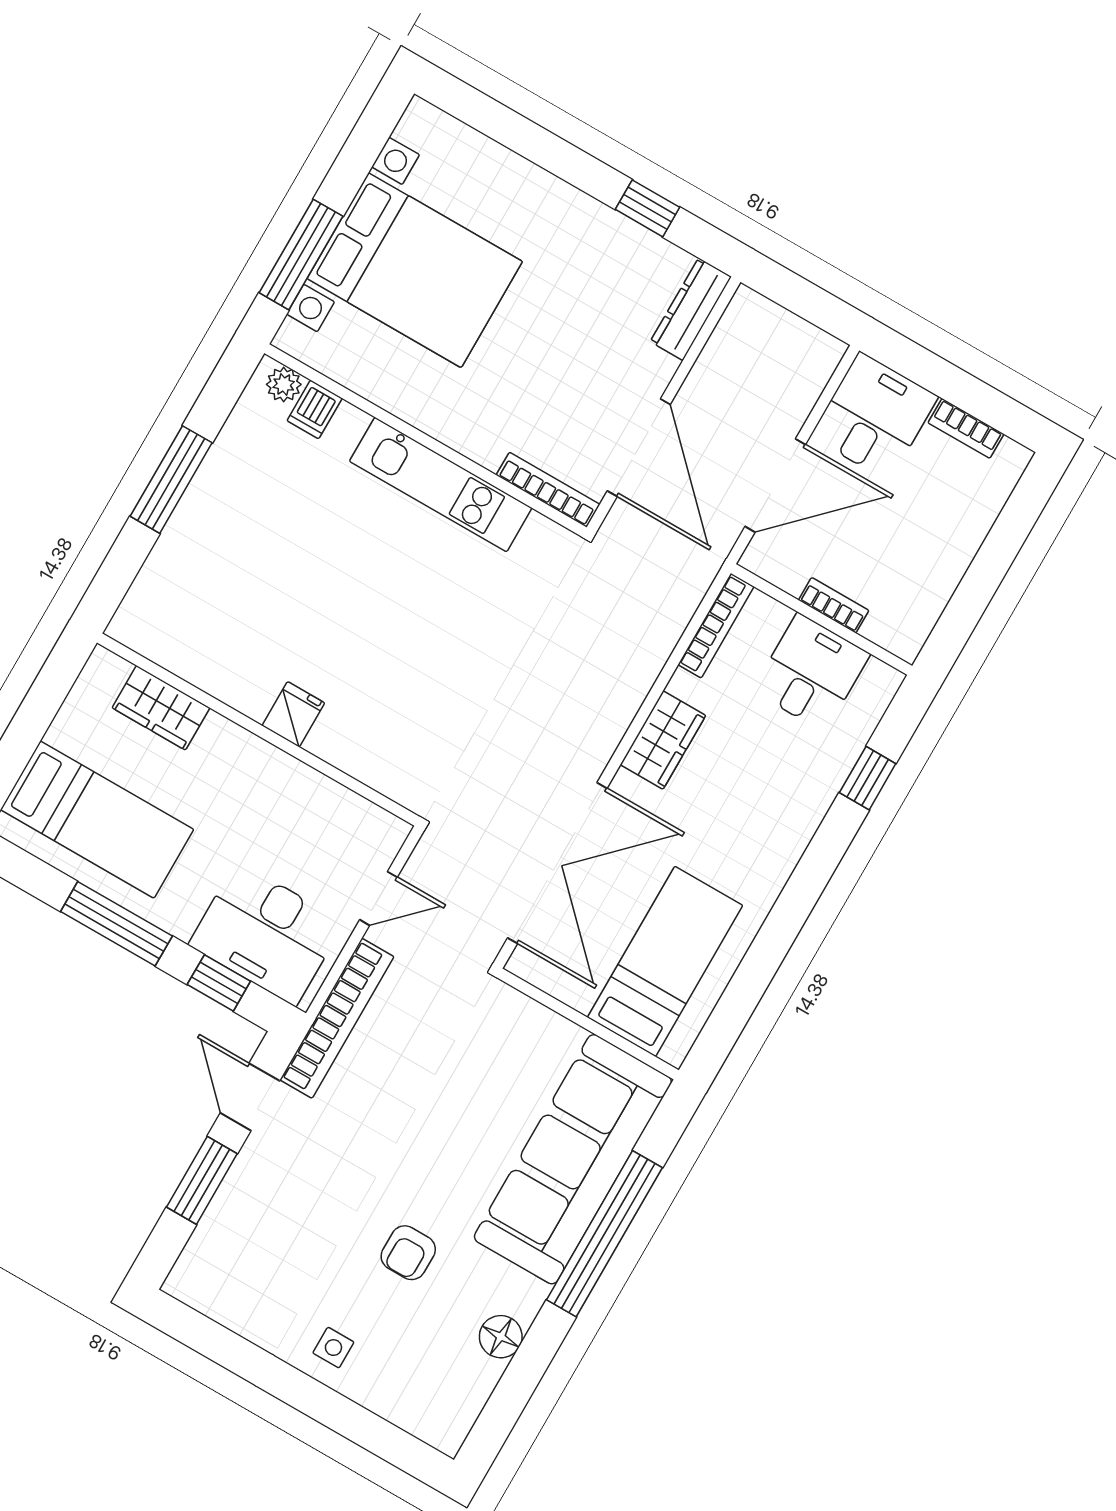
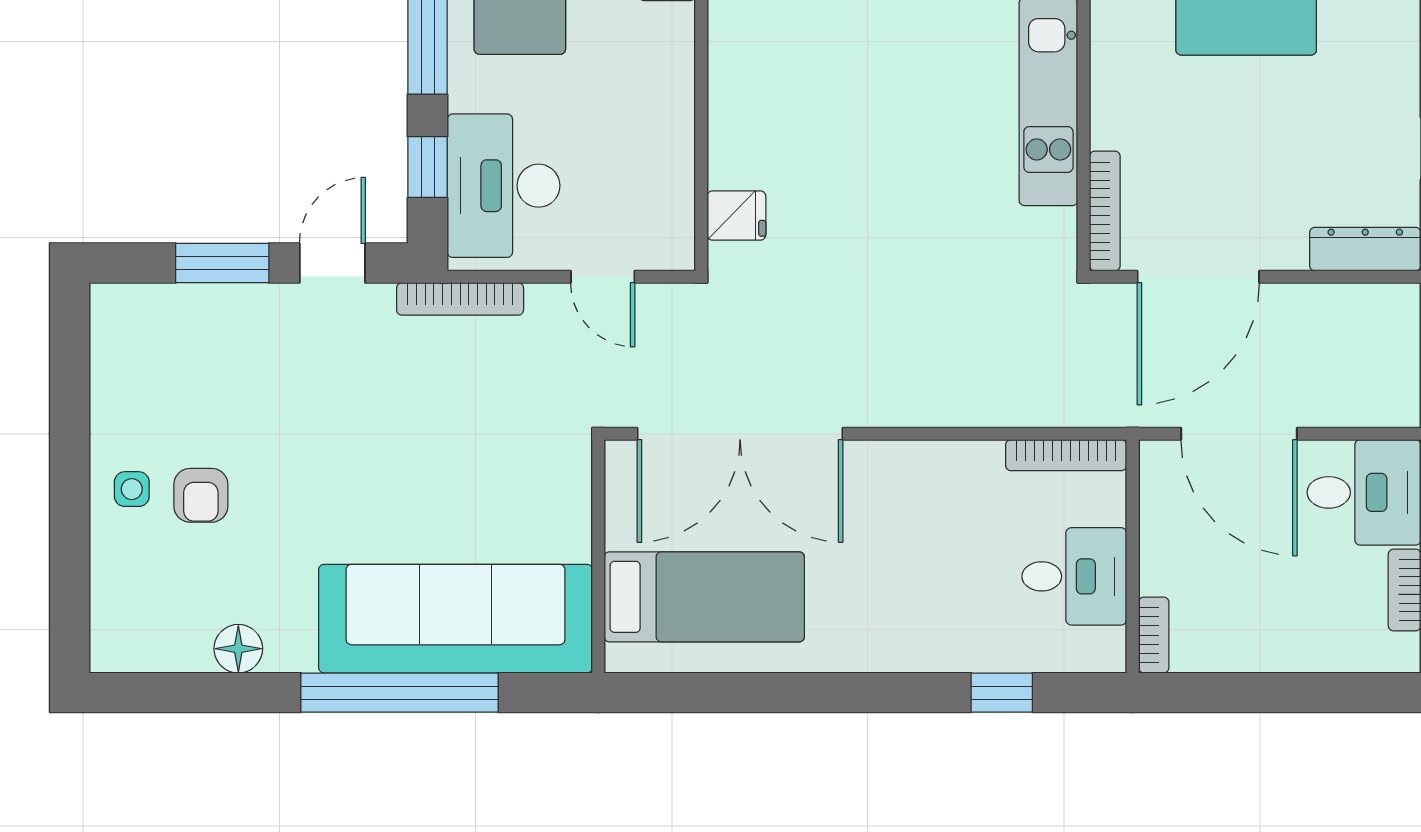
bookcase: (834, 605) -> (1154, 635), moved
fridge: (293, 714) -> (736, 216), moved
wardrobe: (663, 740) -> (922, 468), removed
bookcase: (337, 1018) -> (460, 299), width x0.68, depth x0.76
armchair: (408, 1253) -> (201, 495), moved, turned -90

